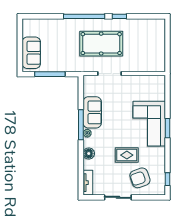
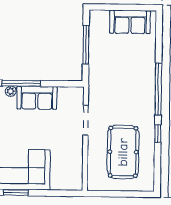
pool table: (101, 44) -> (123, 152), moved
sofa: (31, 53) -> (130, 22), moved

